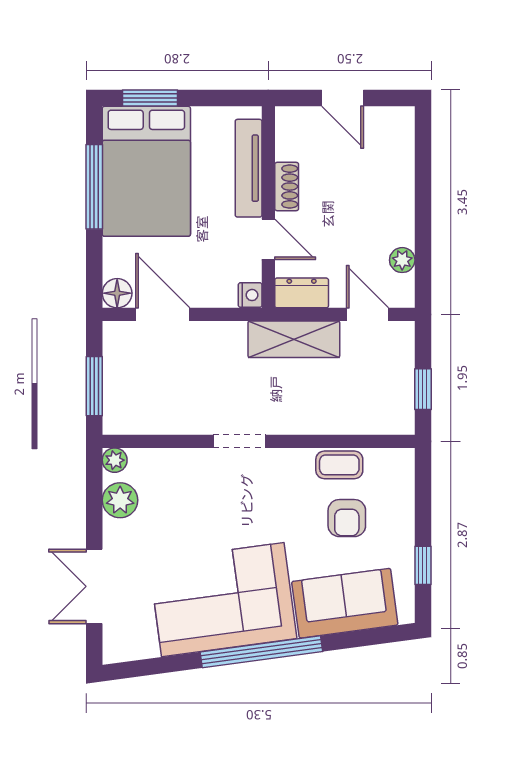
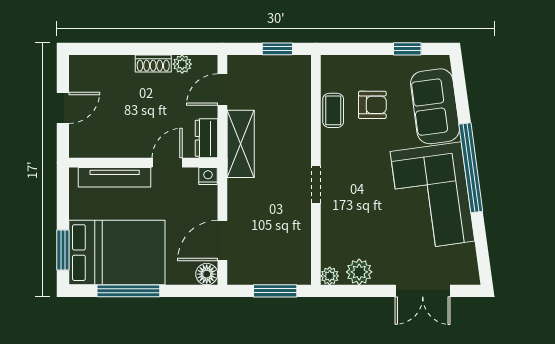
shoe rack: (287, 187) -> (153, 63), moved, turned 180

